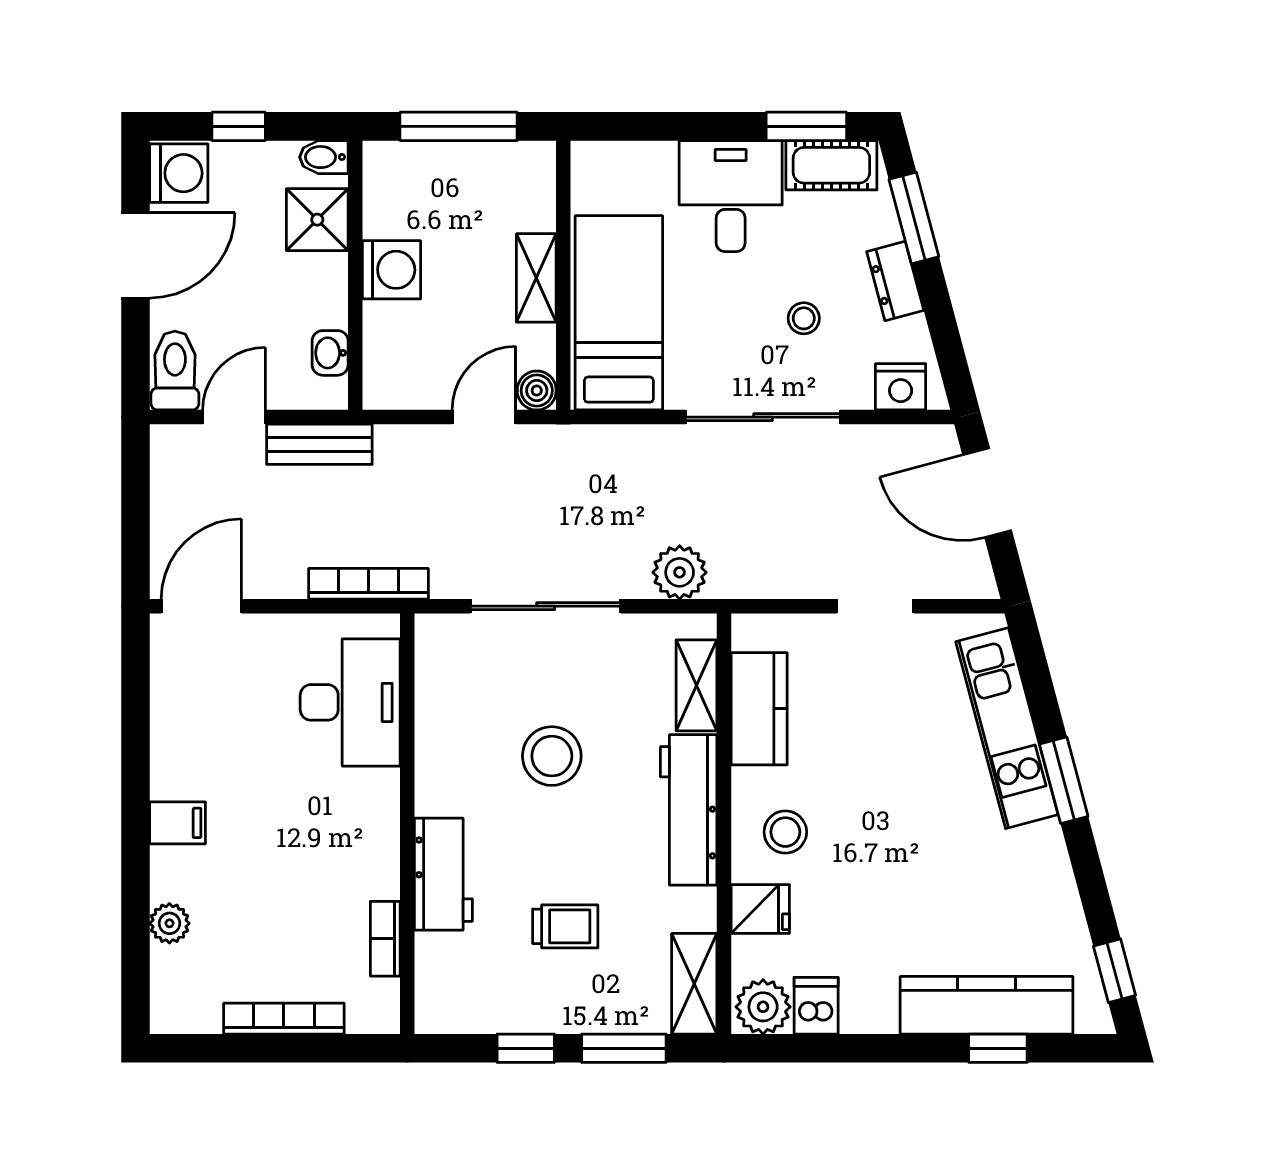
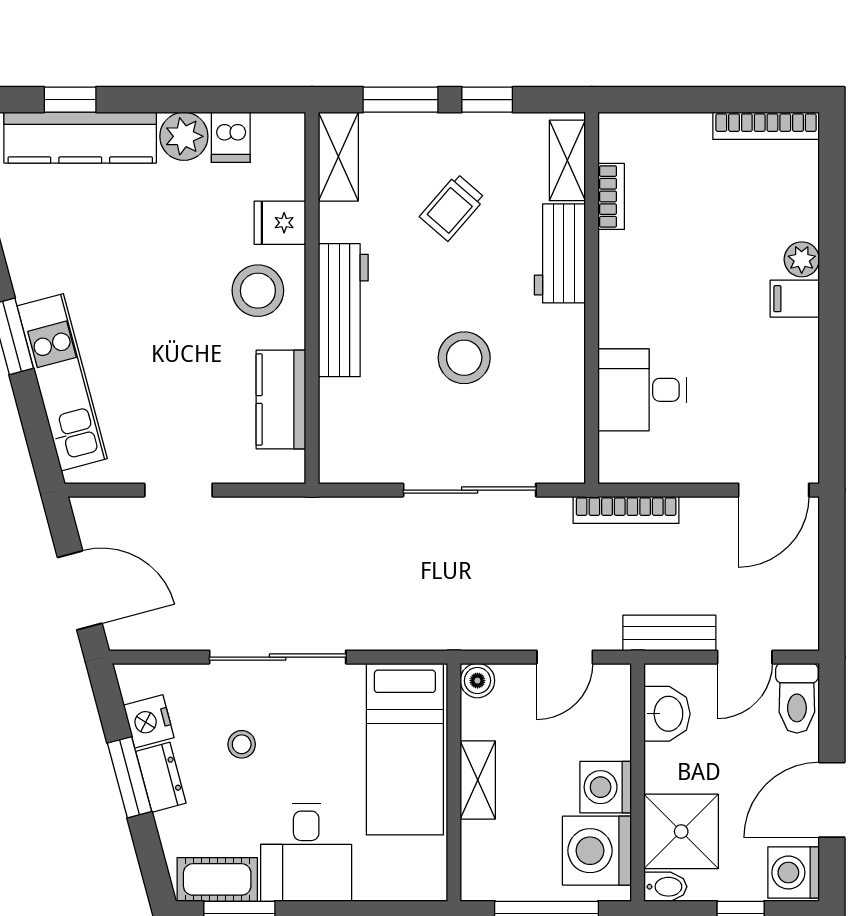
washing machine: (401, 198) -> (597, 851), added
window: (914, 218) -> (130, 777), moved
shower: (317, 220) -> (681, 831), width x1.36, depth x1.36
washbasin: (330, 353) -> (667, 714), width x1.38, depth x1.45
nightstand: (901, 387) -> (149, 721), moved, turned -105
door: (484, 417) -> (565, 657), moved
plant: (680, 572) -> (351, 520), removed
shelving: (697, 685) -> (567, 160), moved
desk: (350, 702) -> (642, 390), width x0.73
stool: (785, 832) -> (258, 291), width x1.38, depth x1.38
plant: (169, 923) -> (802, 259), moved
trolley: (565, 926) -> (452, 207), turned -49
plant: (763, 1007) -> (184, 136), moved
bookcase: (284, 1019) -> (766, 126), moved

